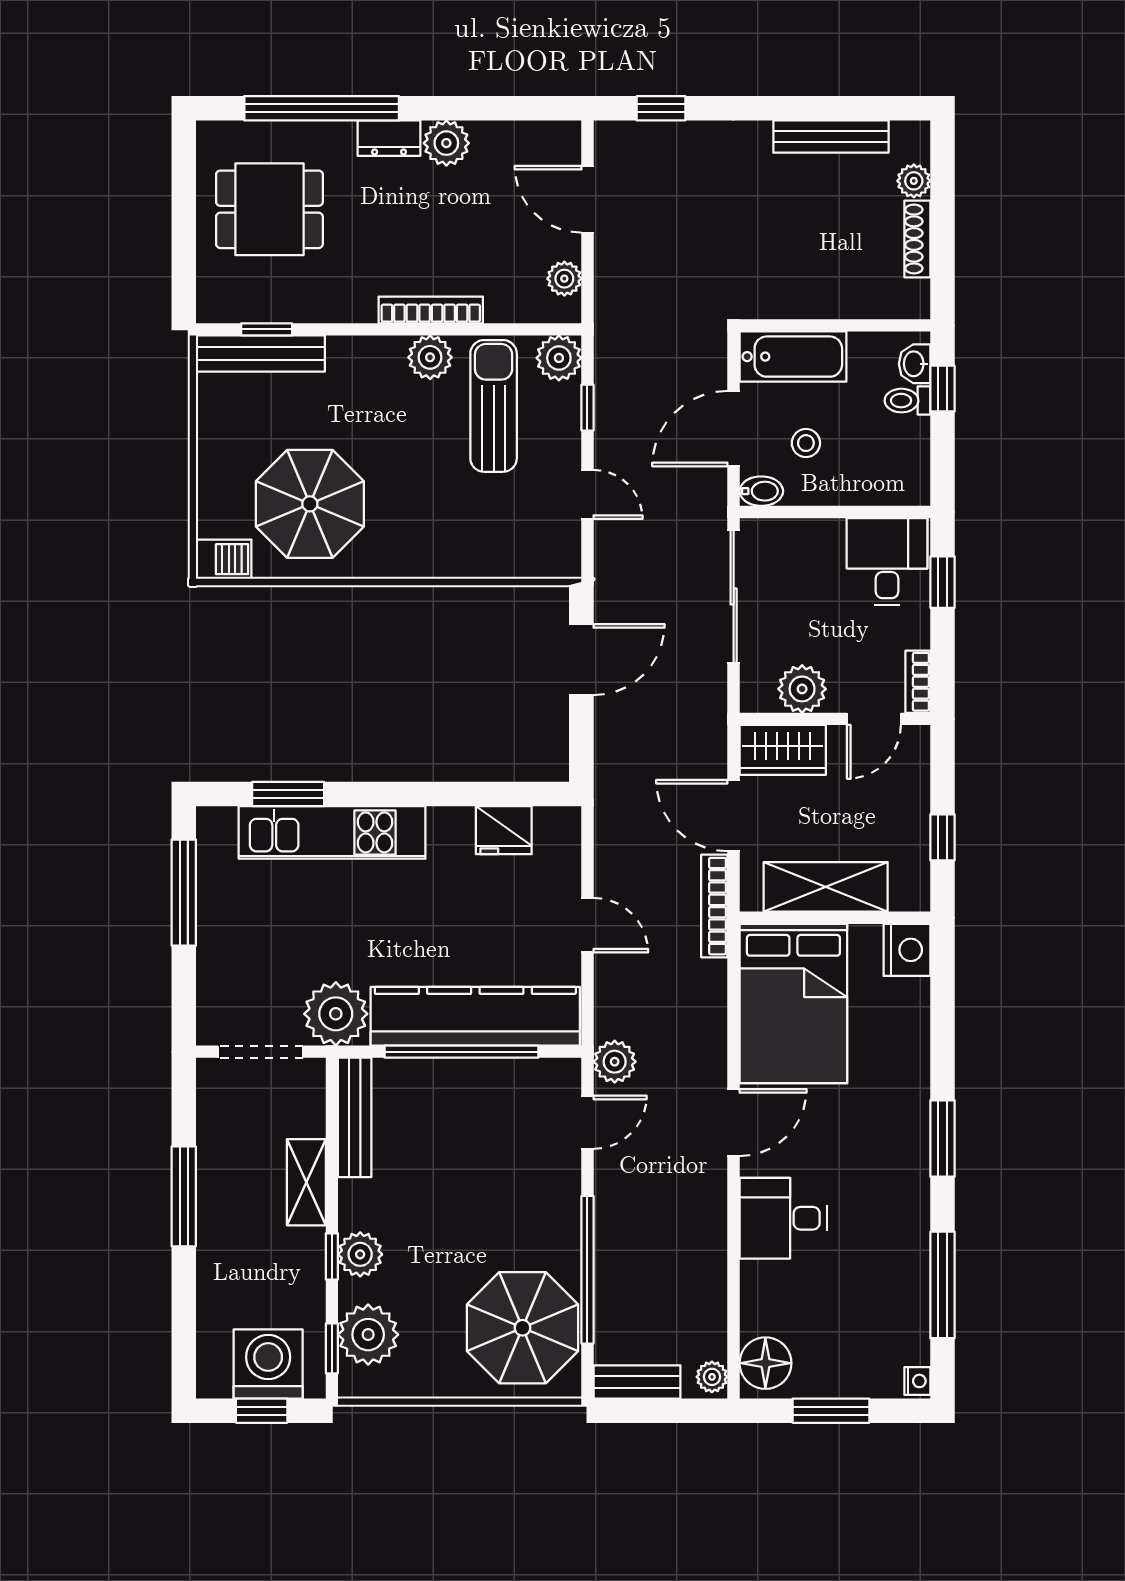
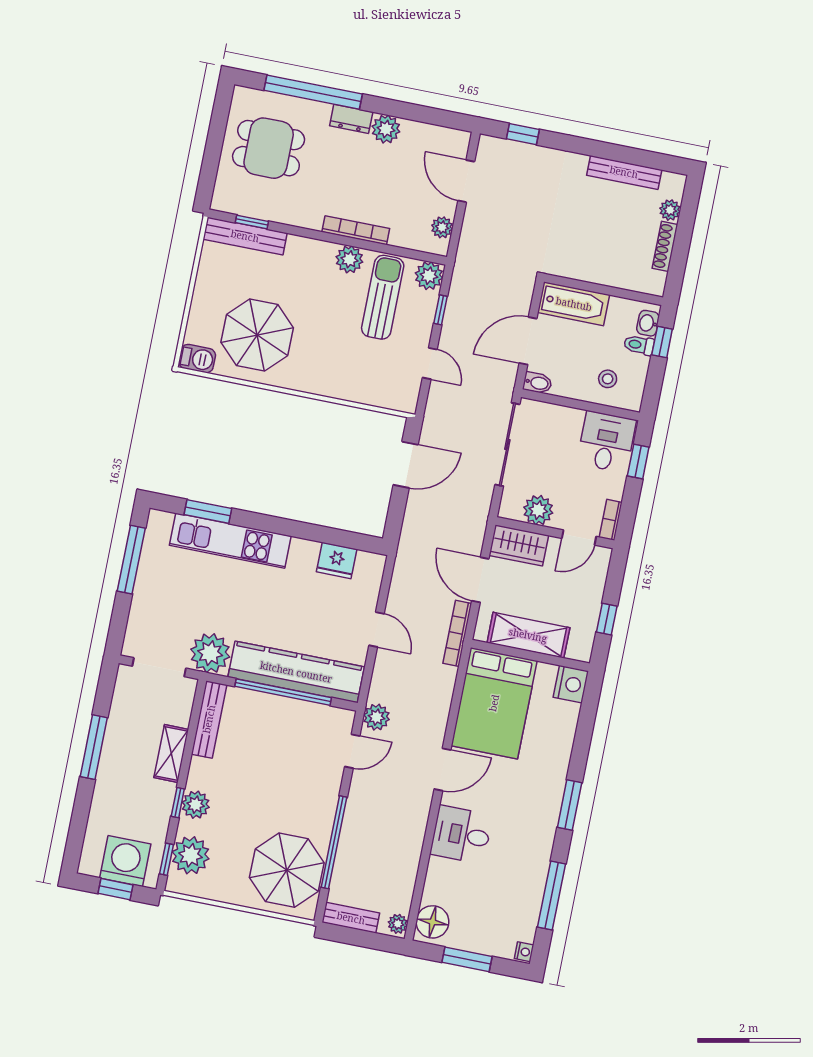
stool: (806, 443) -> (608, 379), moved

